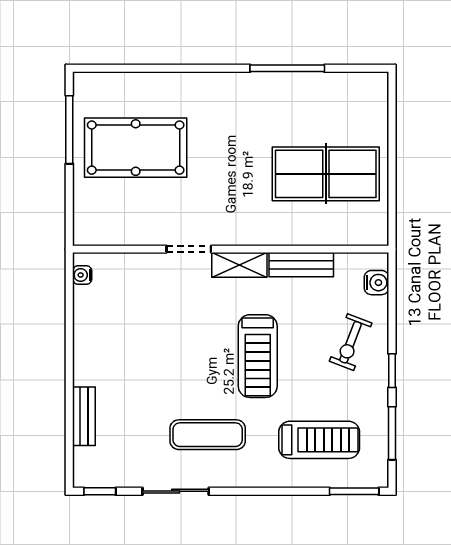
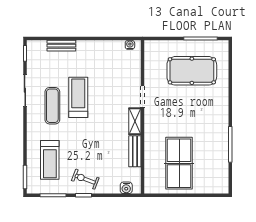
pool table: (136, 148) -> (192, 71), turned 90
exercise bike: (351, 342) -> (85, 179), moved
treadmill: (258, 356) -> (78, 97), moved, turned 90

